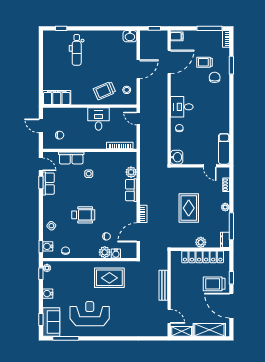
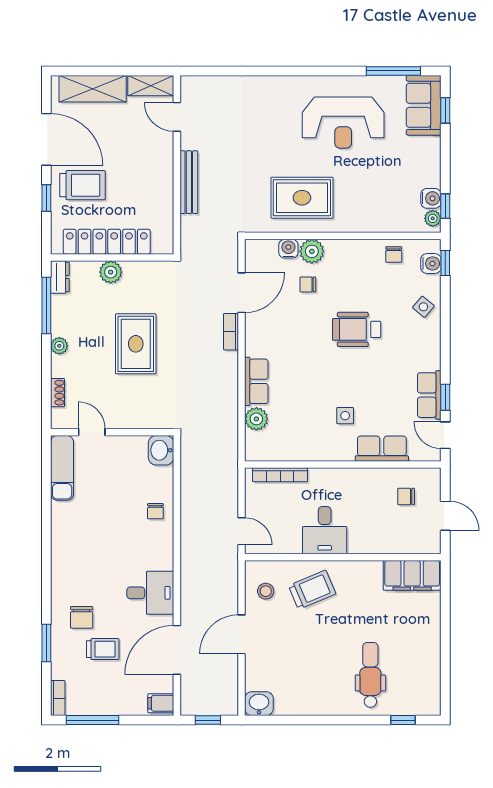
desk: (182, 107) -> (150, 593), moved
water cooler: (48, 294) -> (431, 198), moved

